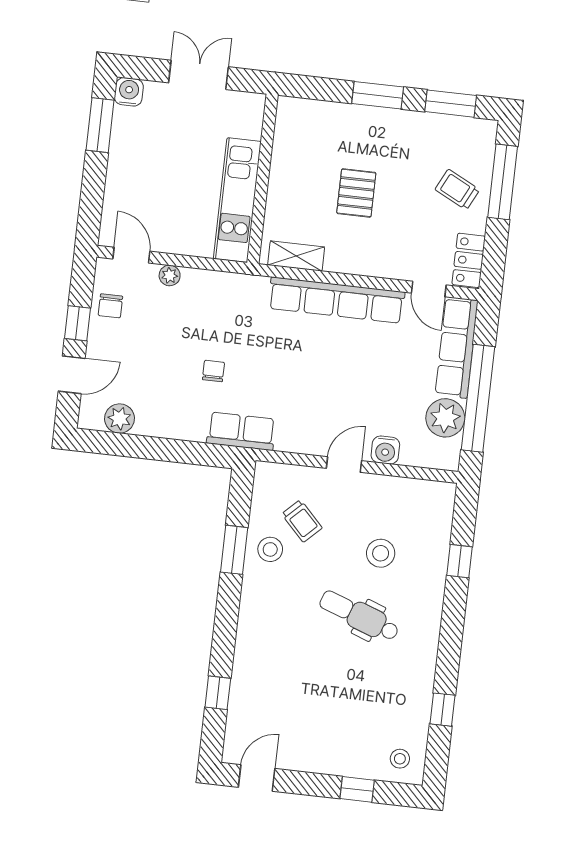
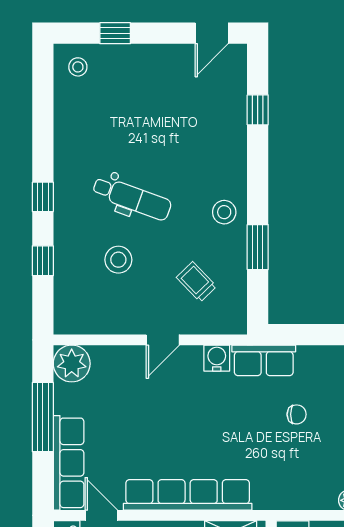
chair: (213, 371) -> (297, 414), turned -90
window: (478, 398) -> (43, 417), width x0.68
plant: (445, 418) -> (72, 364), moved
water cooler: (385, 450) -> (217, 358), moved
stool: (270, 549) -> (224, 212), moved
window: (443, 710) -> (43, 197), moved

